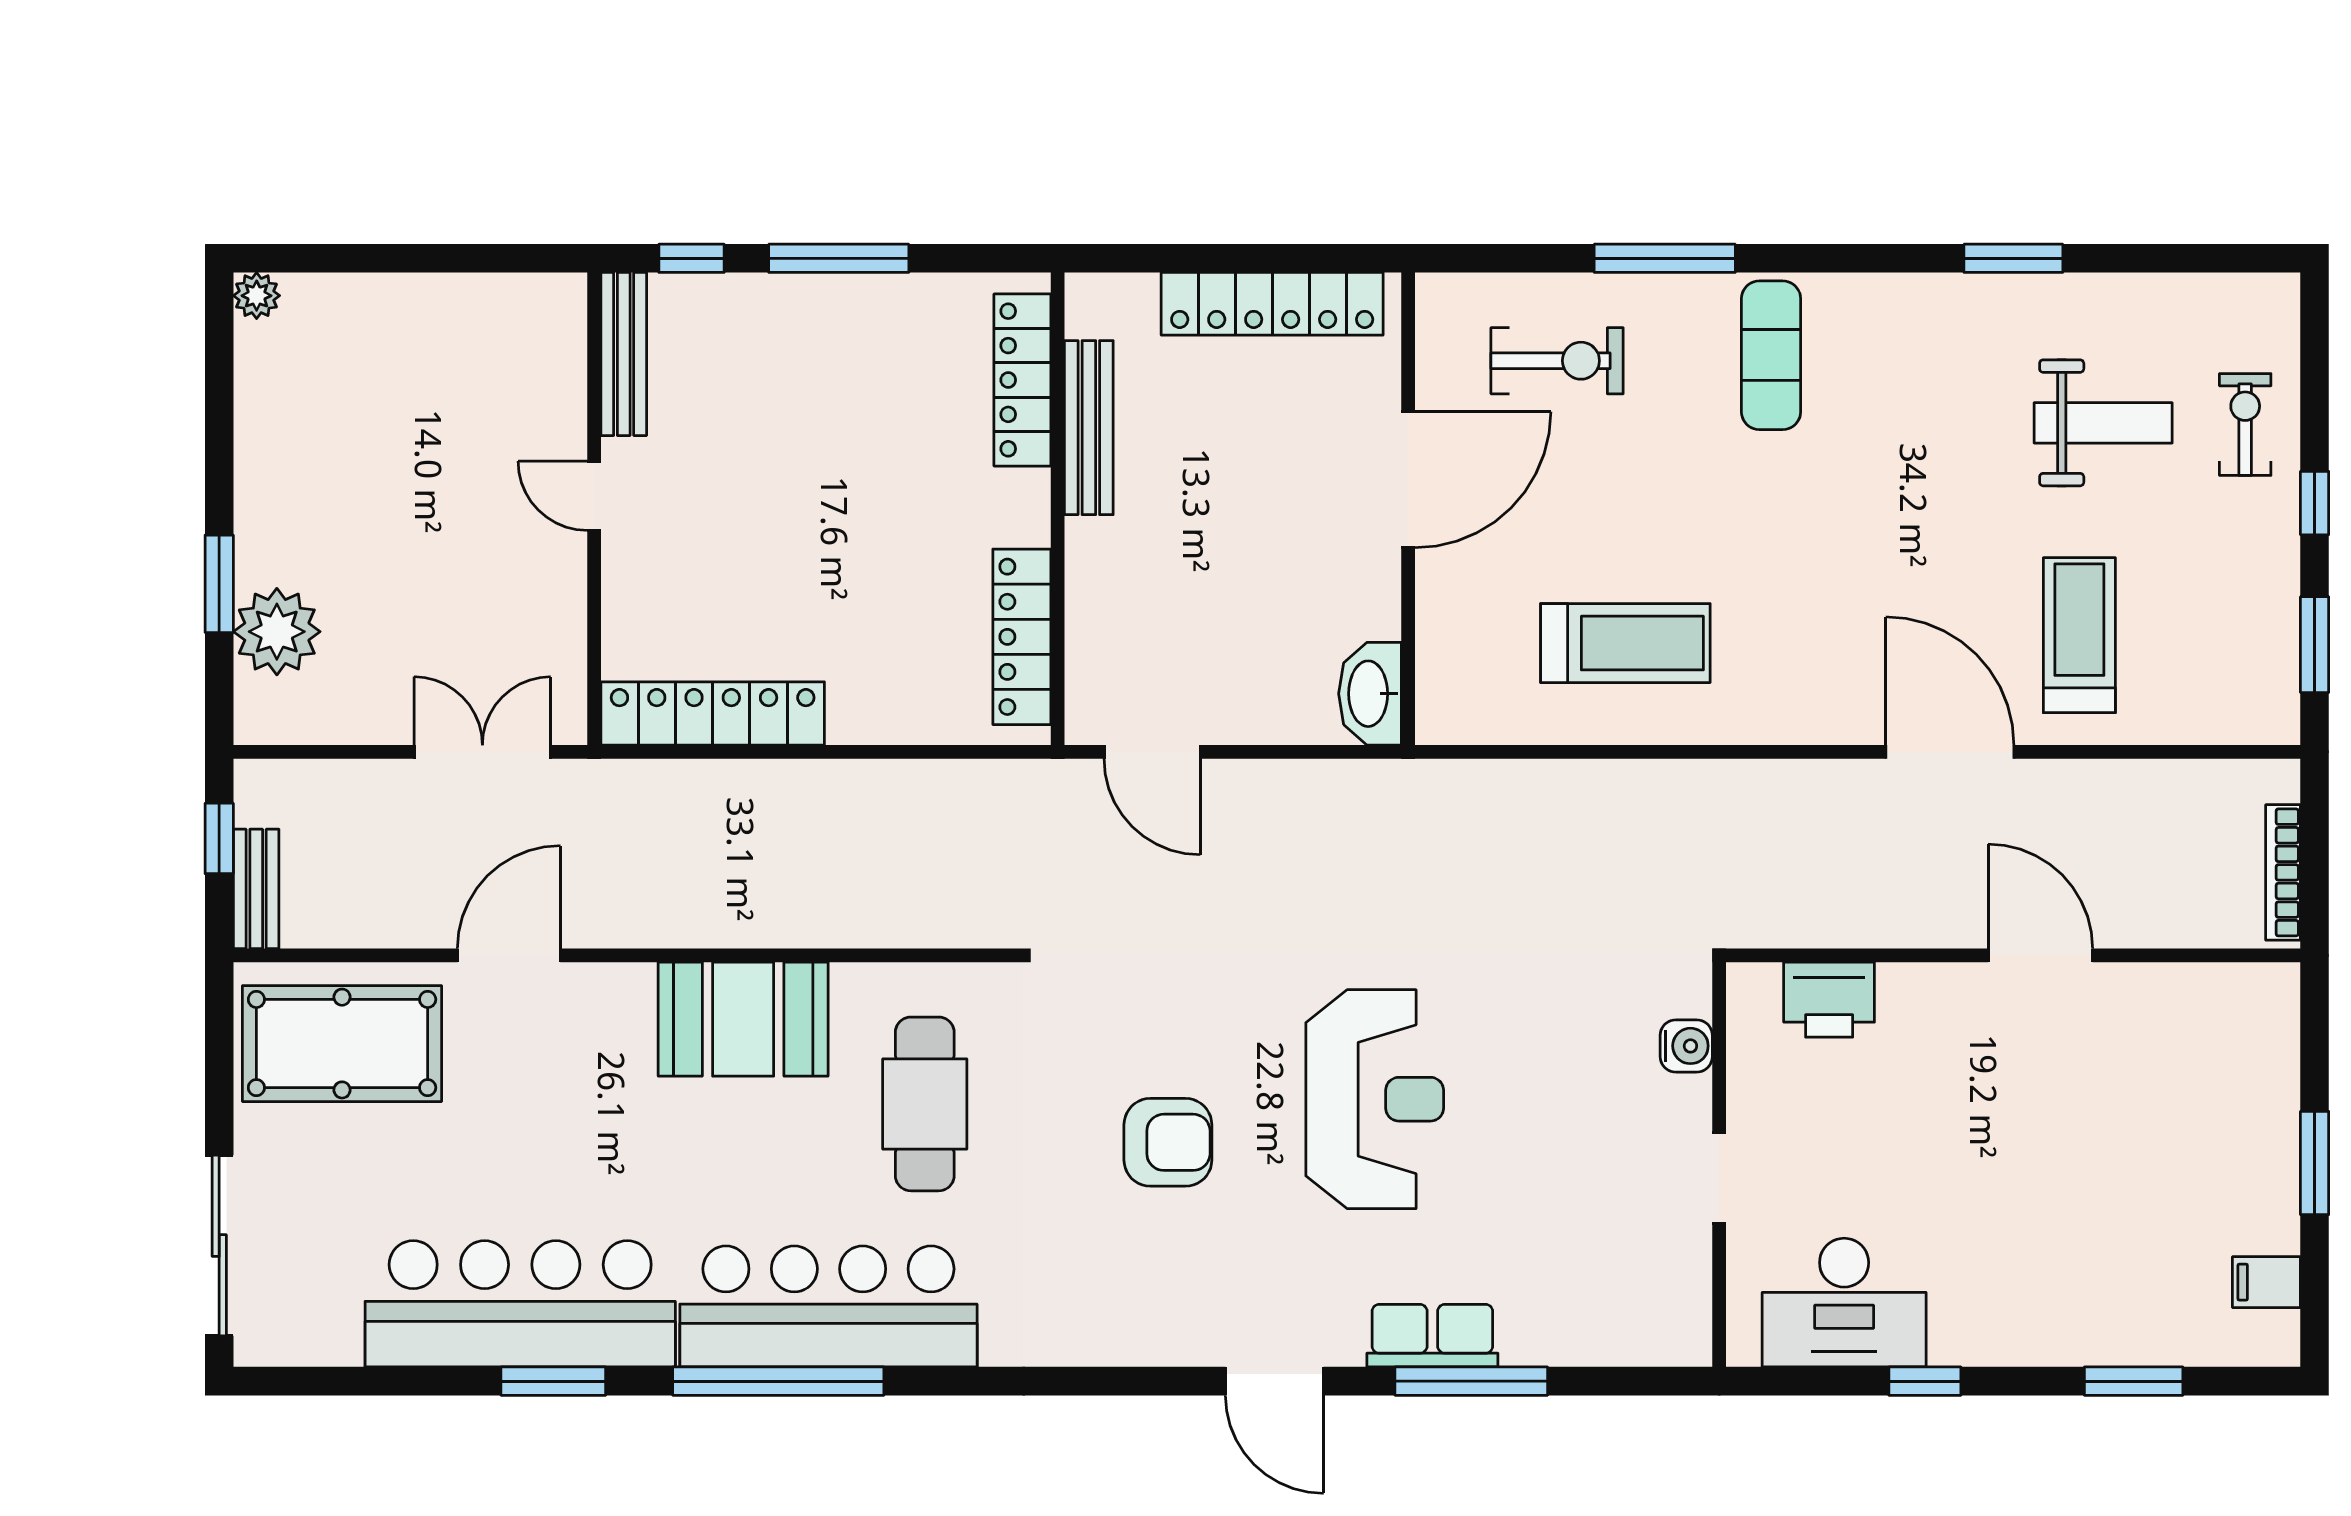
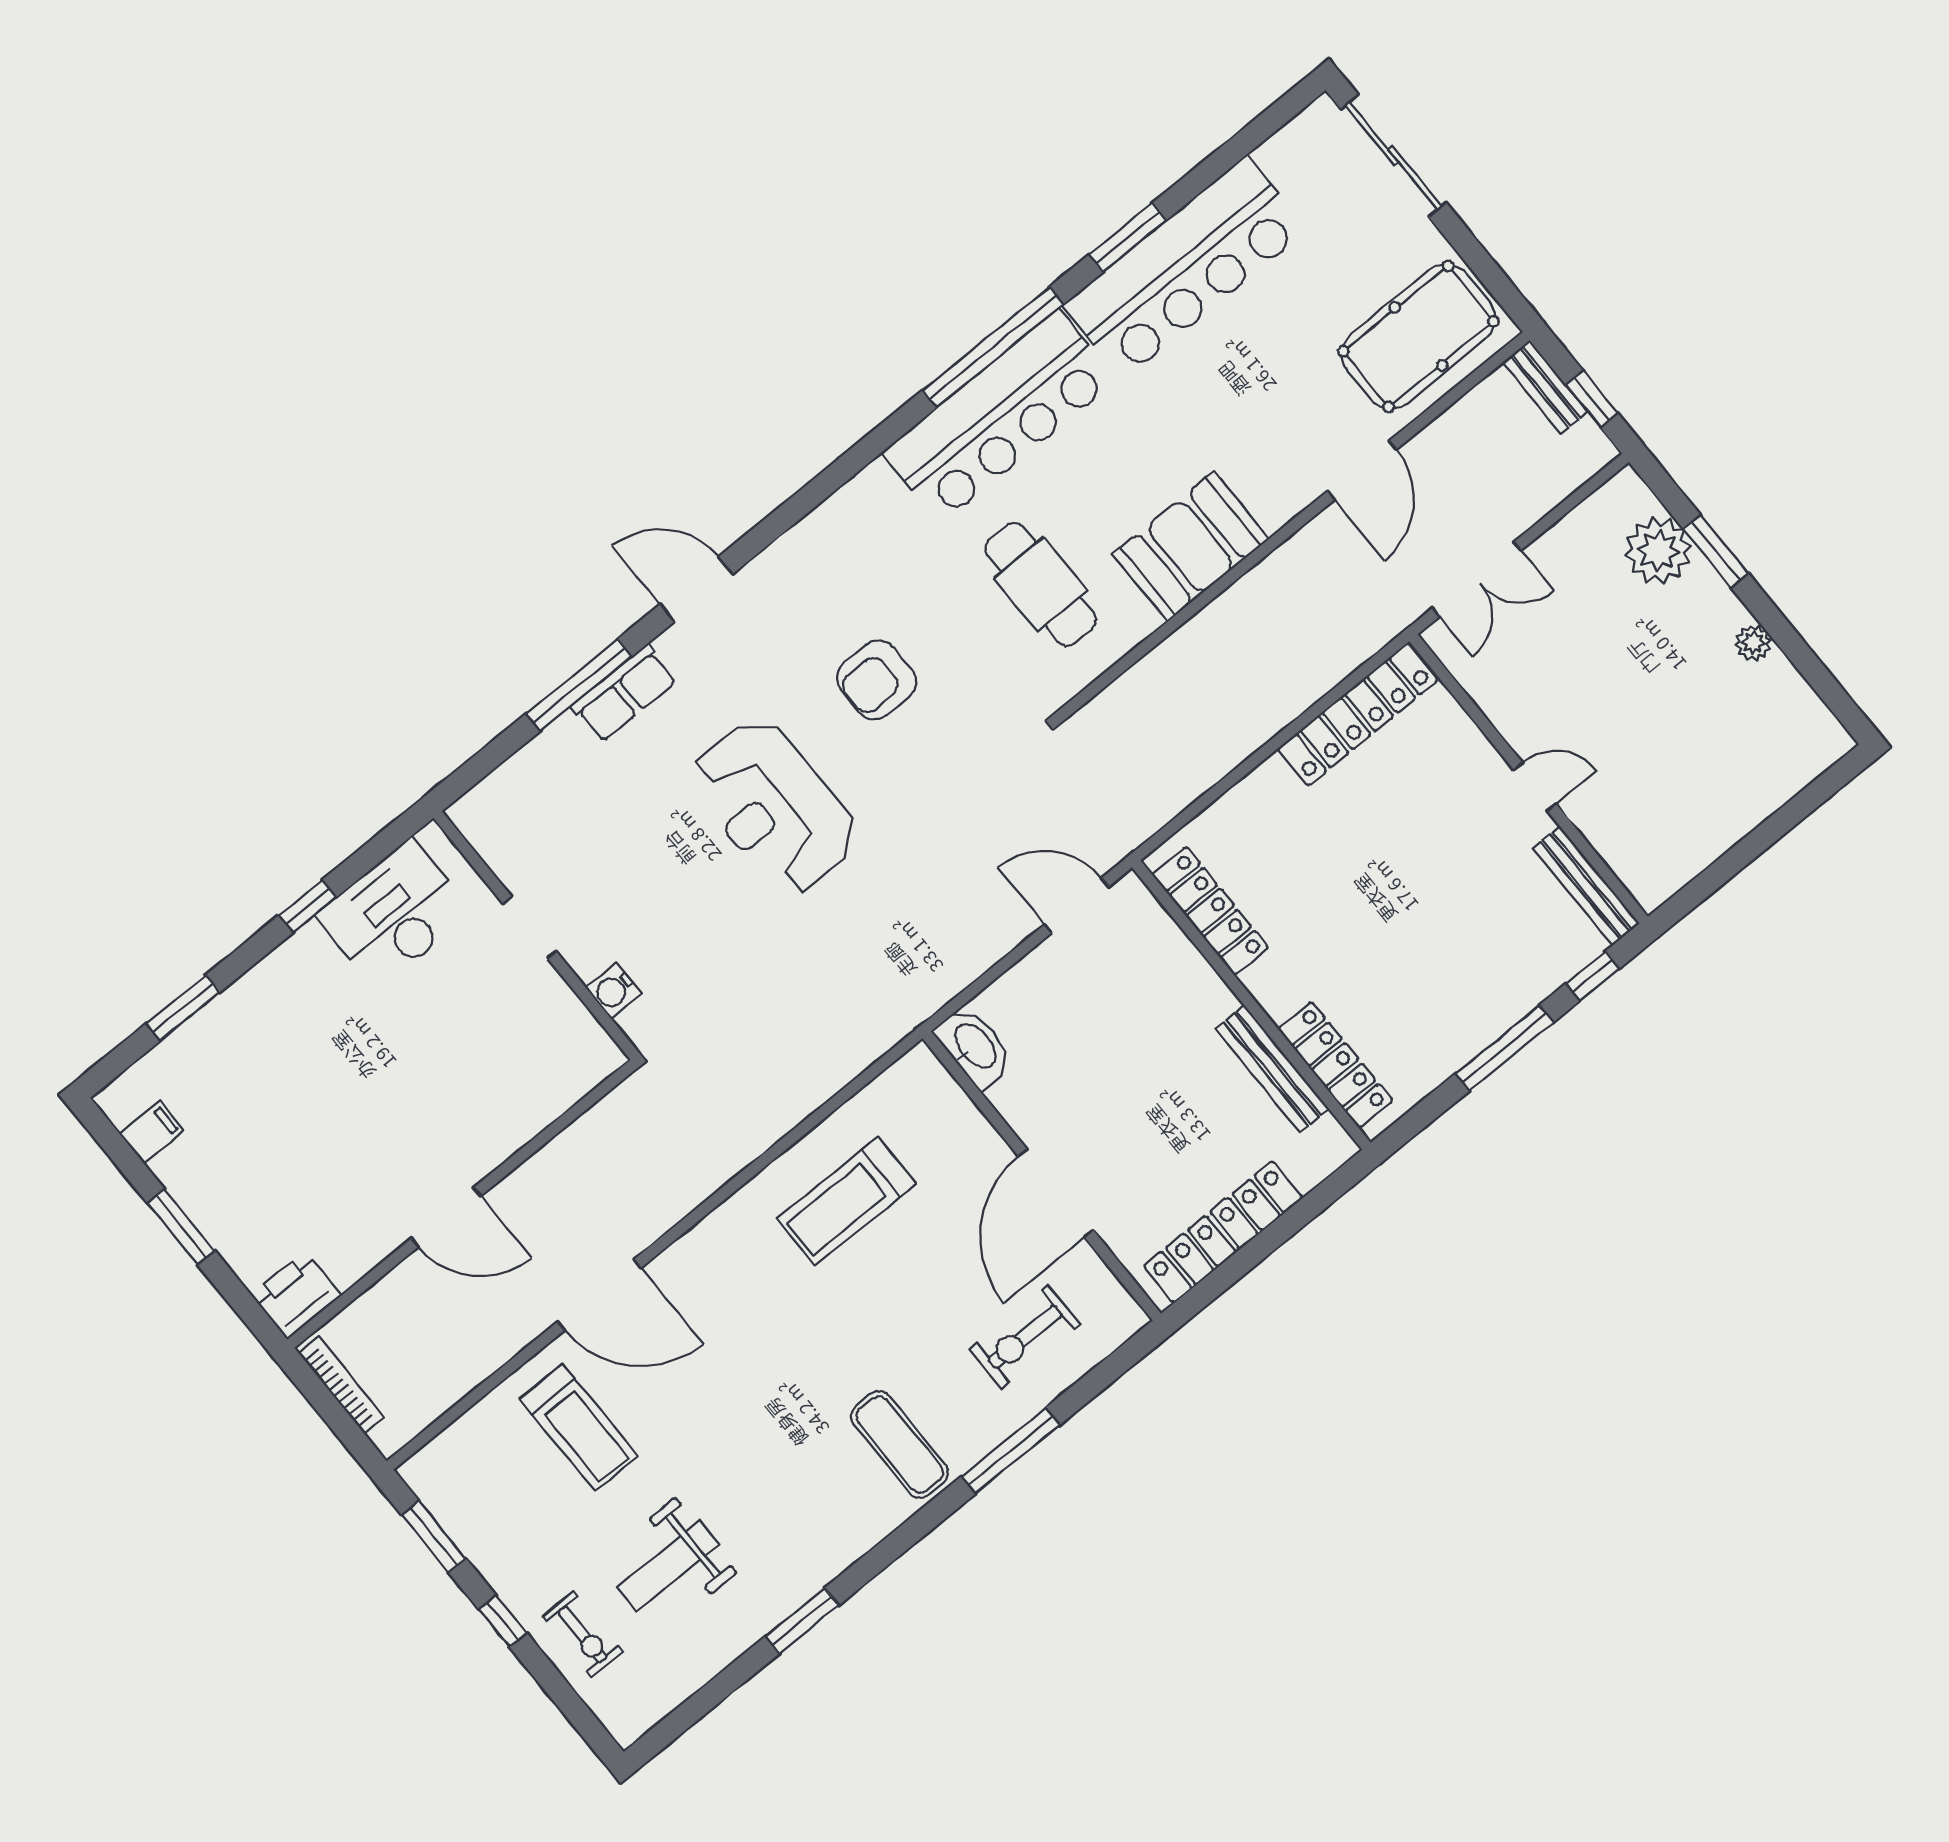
plant: (257, 296) -> (1753, 643), moved
printer: (1829, 1000) -> (296, 1295), moved

